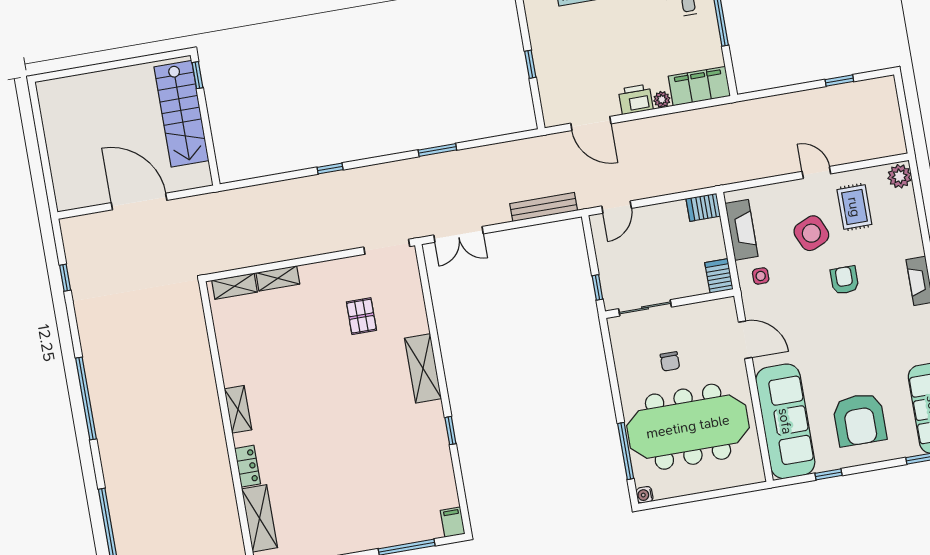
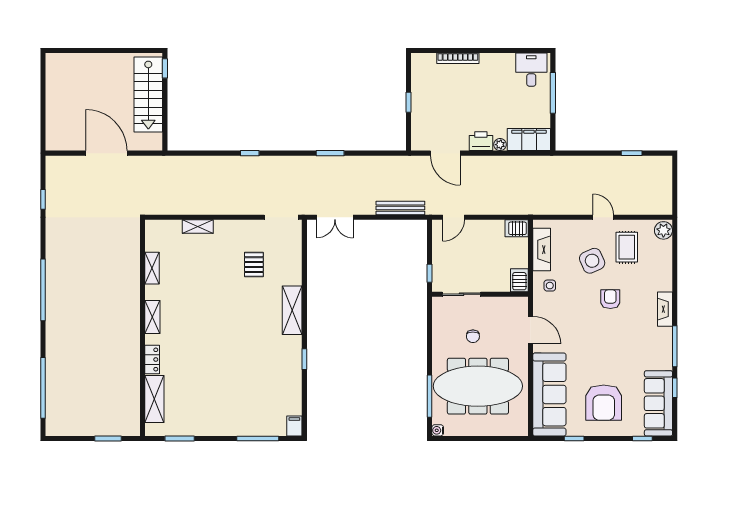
shelving: (234, 286) -> (152, 268), moved, turned 90

